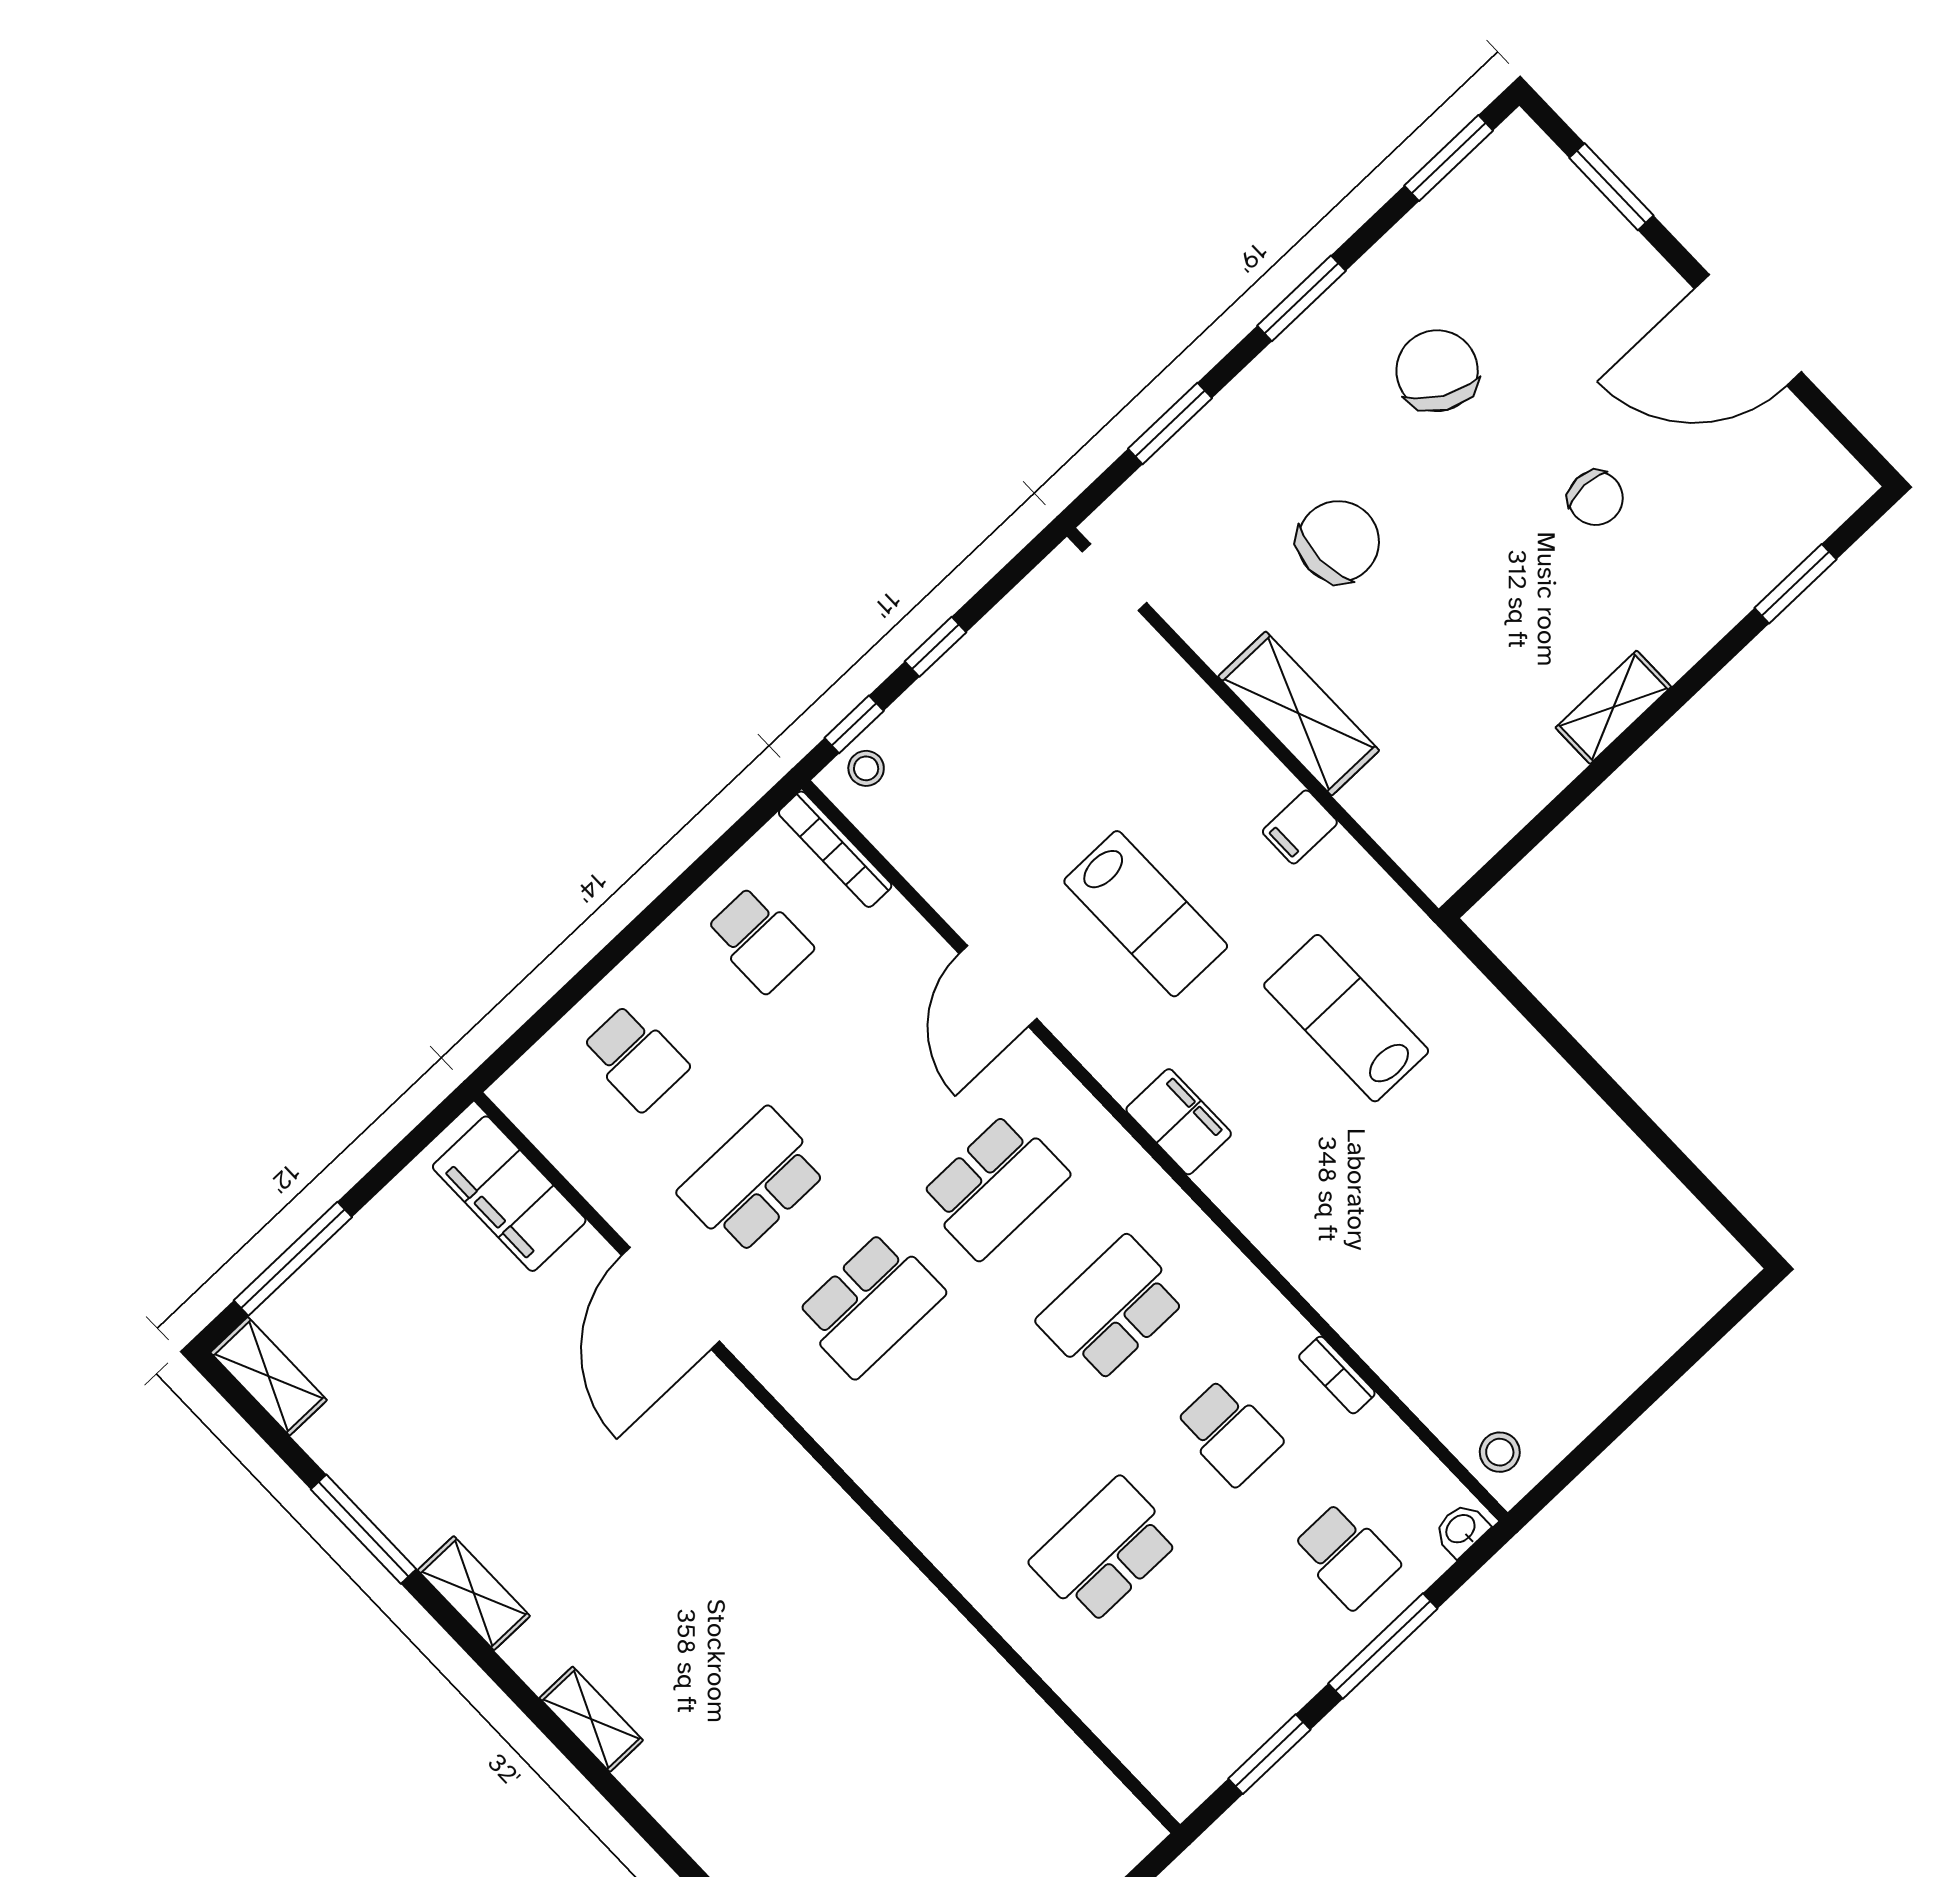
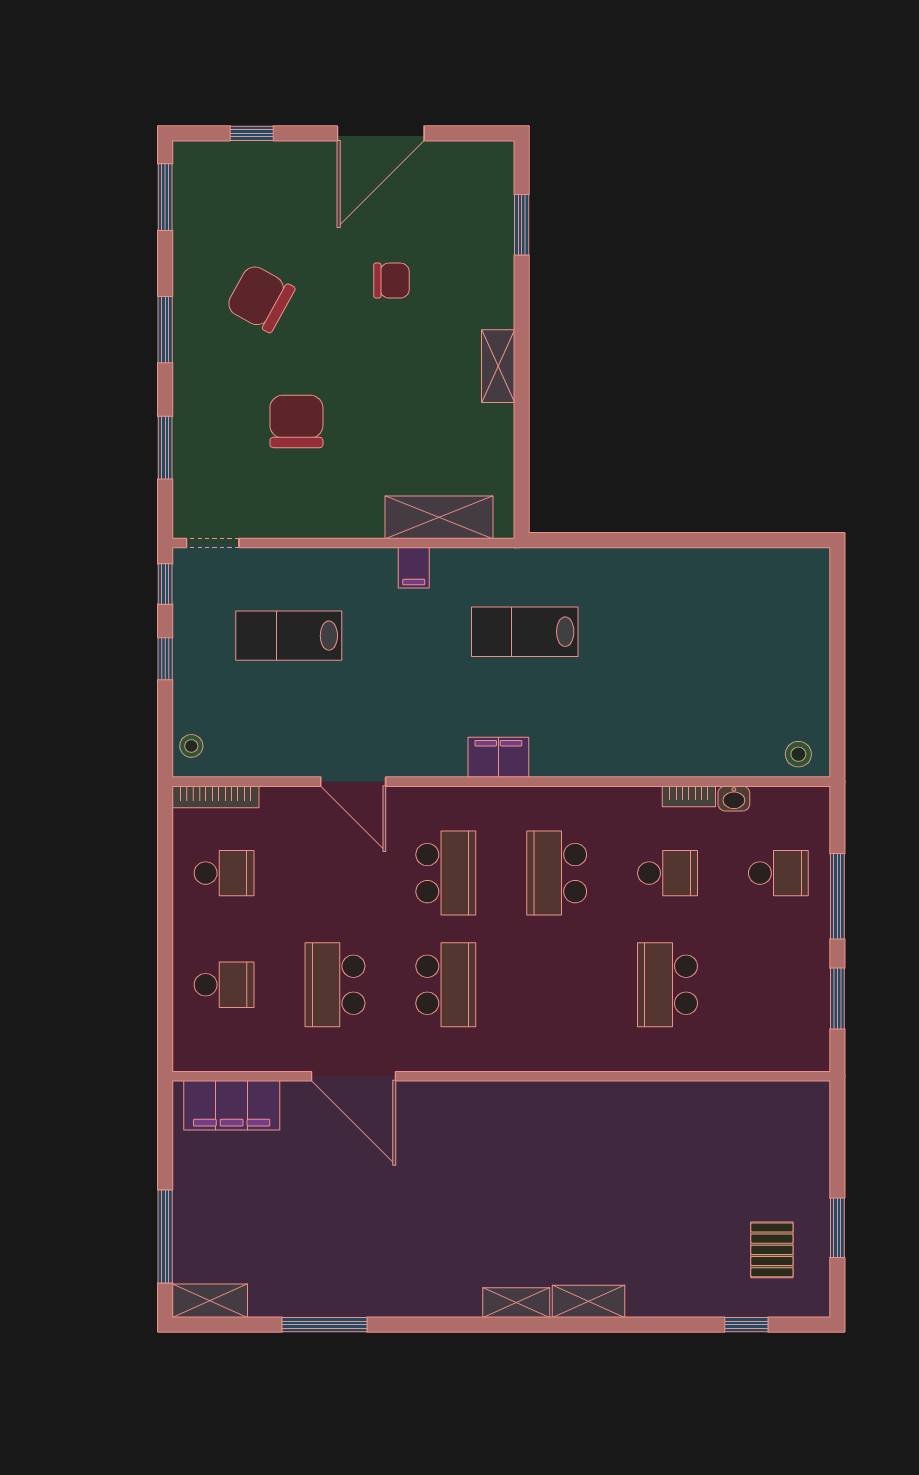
window: (1611, 187) -> (252, 133), width x0.67
shelving: (1299, 714) -> (439, 517), moved
window: (854, 724) -> (165, 584), moved
lab bench: (1146, 914) -> (289, 636), moved, turned 180
washbasin: (1461, 1529) -> (734, 799), moved, turned -90
shelving: (474, 1593) -> (589, 1301), moved

